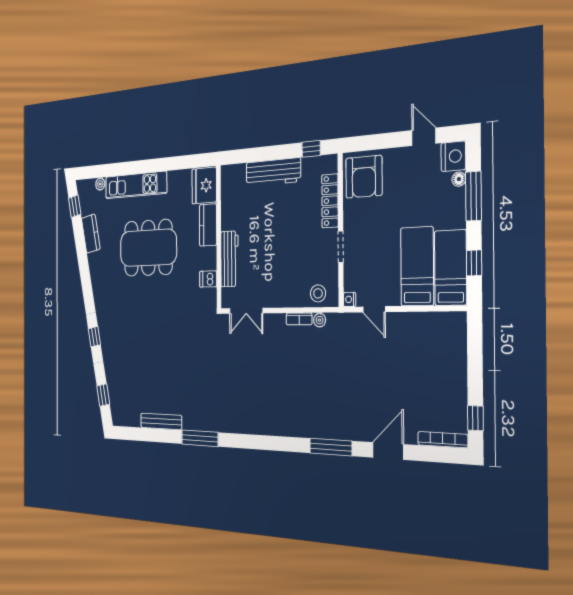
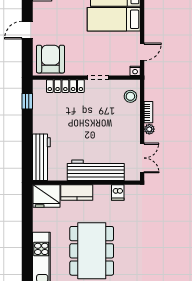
door: (424, 137) -> (27, 30), moved
workbench: (273, 172) -> (41, 157), moved
armchair: (364, 177) -> (50, 59), turned -90
workbench: (229, 259) -> (96, 170), width x1.36, depth x1.32
plant: (320, 320) -> (149, 129), moved

